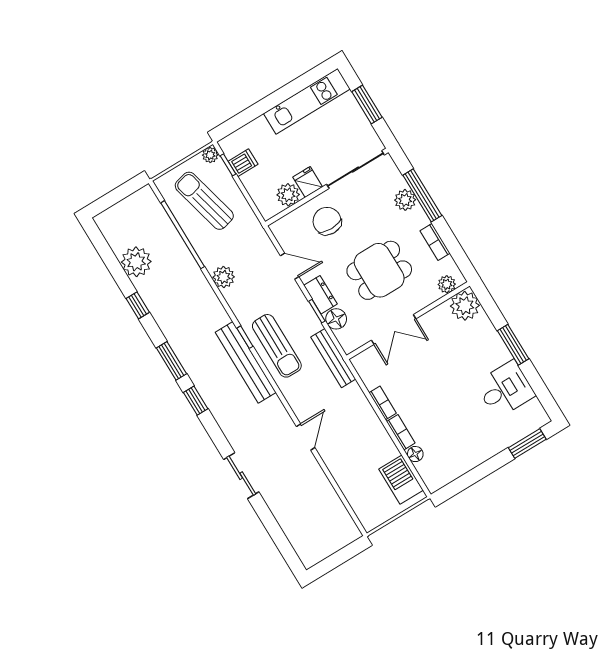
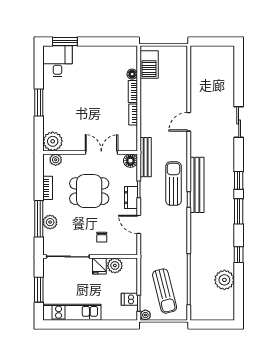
chair: (327, 221) -> (102, 237), width x0.54, depth x0.54
plant: (224, 277) -> (180, 241), removed
floor lamp: (336, 319) -> (130, 161), moved
desk: (505, 389) -> (57, 61), moved, turned 90

